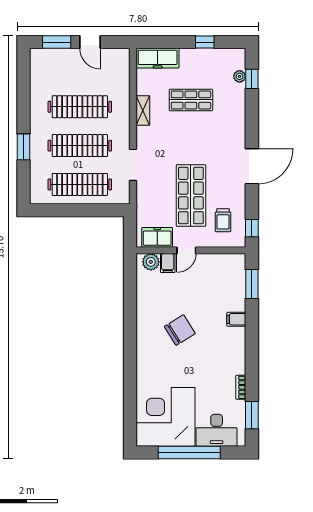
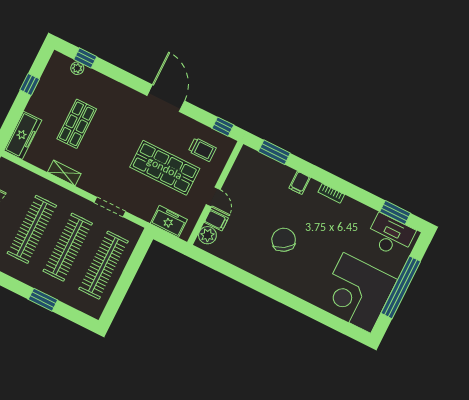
freezer: (157, 237) -> (169, 221), moved, turned 90
bookcase: (241, 387) -> (331, 193), moved
desk: (217, 430) -> (390, 236), moved, turned -90

